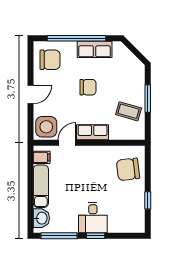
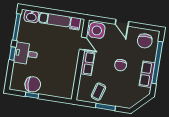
chair: (128, 169) -> (33, 84), moved, turned 95

